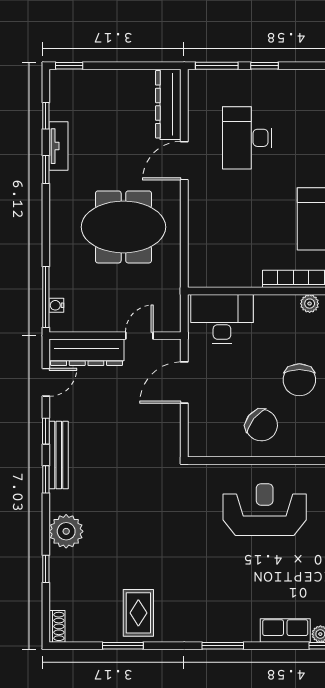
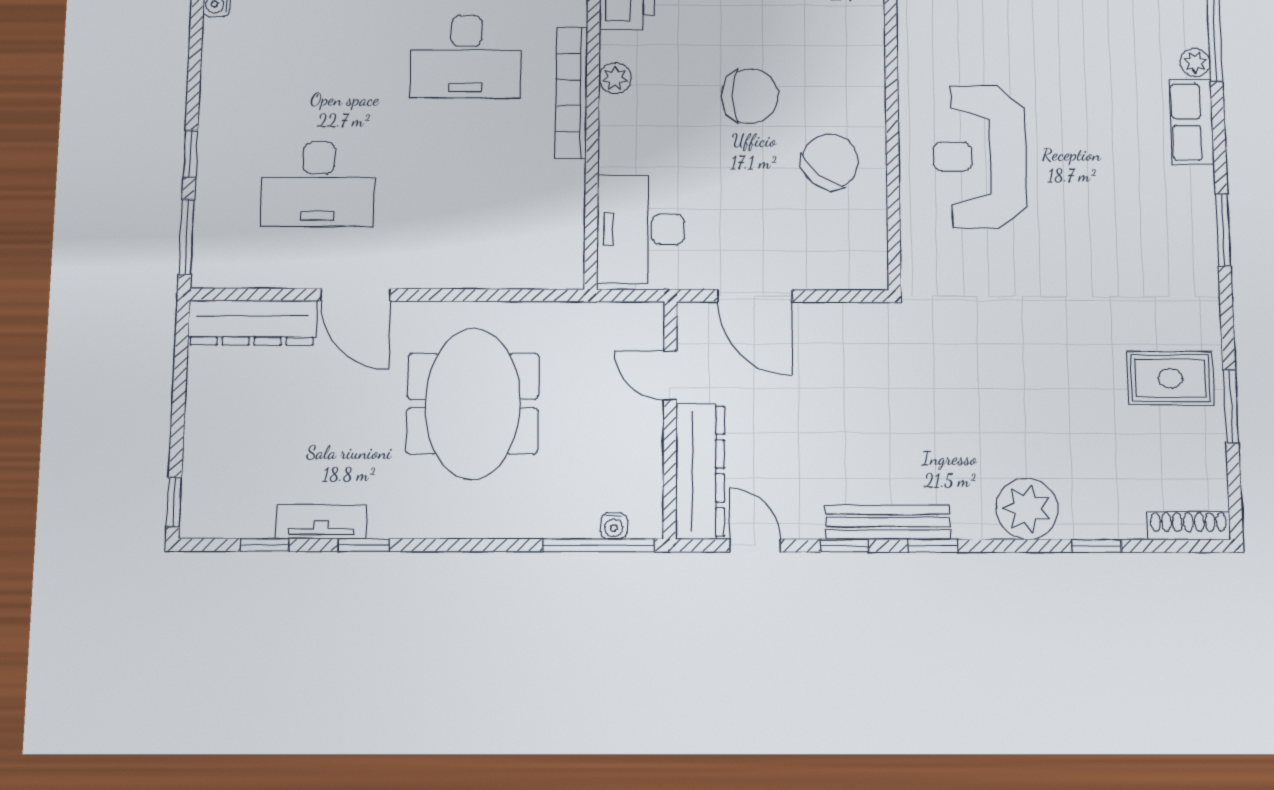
shoe rack: (57, 626) -> (1188, 526), width x1.43

